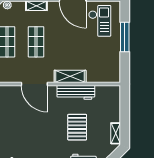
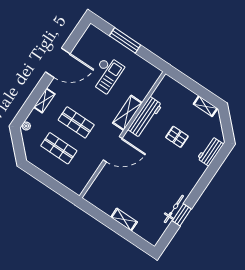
checkout: (100, 21) -> (106, 74), moved, turned 90
pallet: (77, 127) -> (177, 137), width x0.67, depth x0.71

